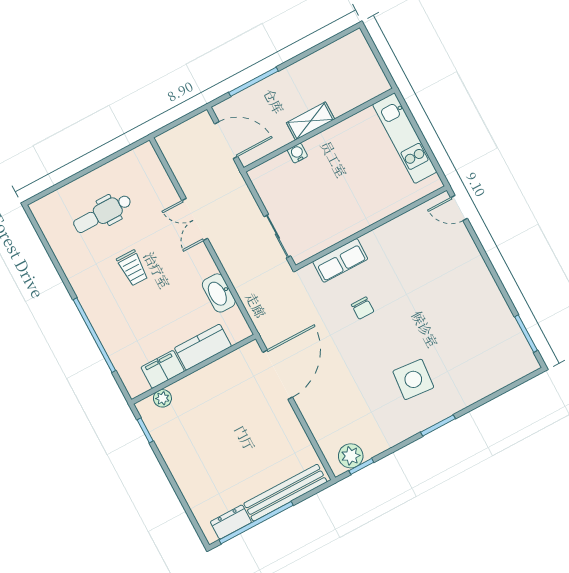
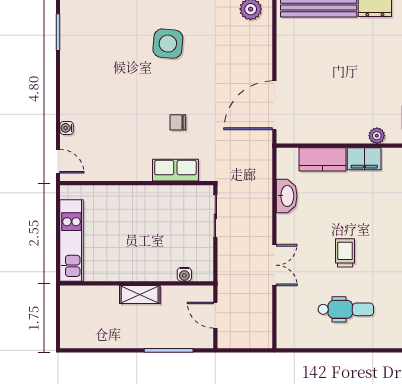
door: (226, 140) -> (215, 315), width x0.73
water cooler: (297, 153) -> (184, 274), moved
water cooler: (468, 245) -> (67, 128), added
chair: (363, 308) -> (178, 122), turned -90

